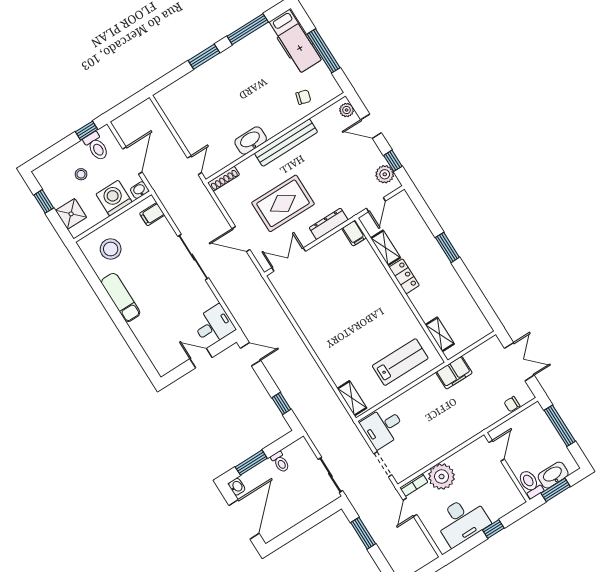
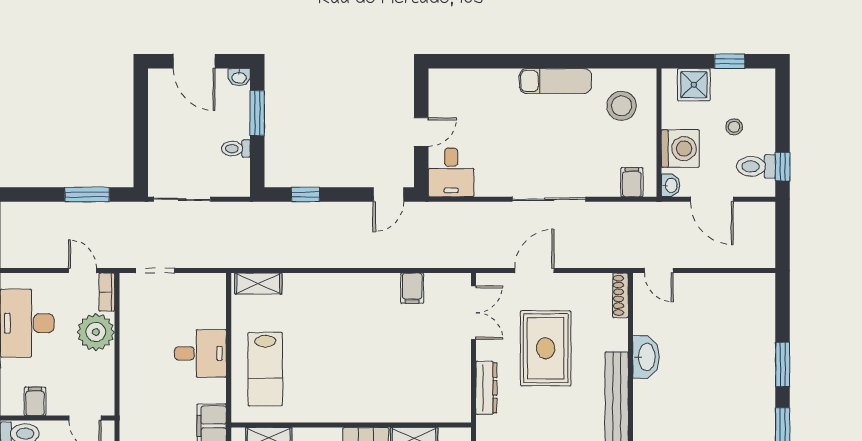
filing cabinet: (354, 233) -> (412, 288), moved, turned -90
desk: (383, 427) -> (200, 353), moved, turned 90
filing cabinet: (505, 487) -> (35, 401), added
door: (244, 519) -> (194, 61), width x0.73

